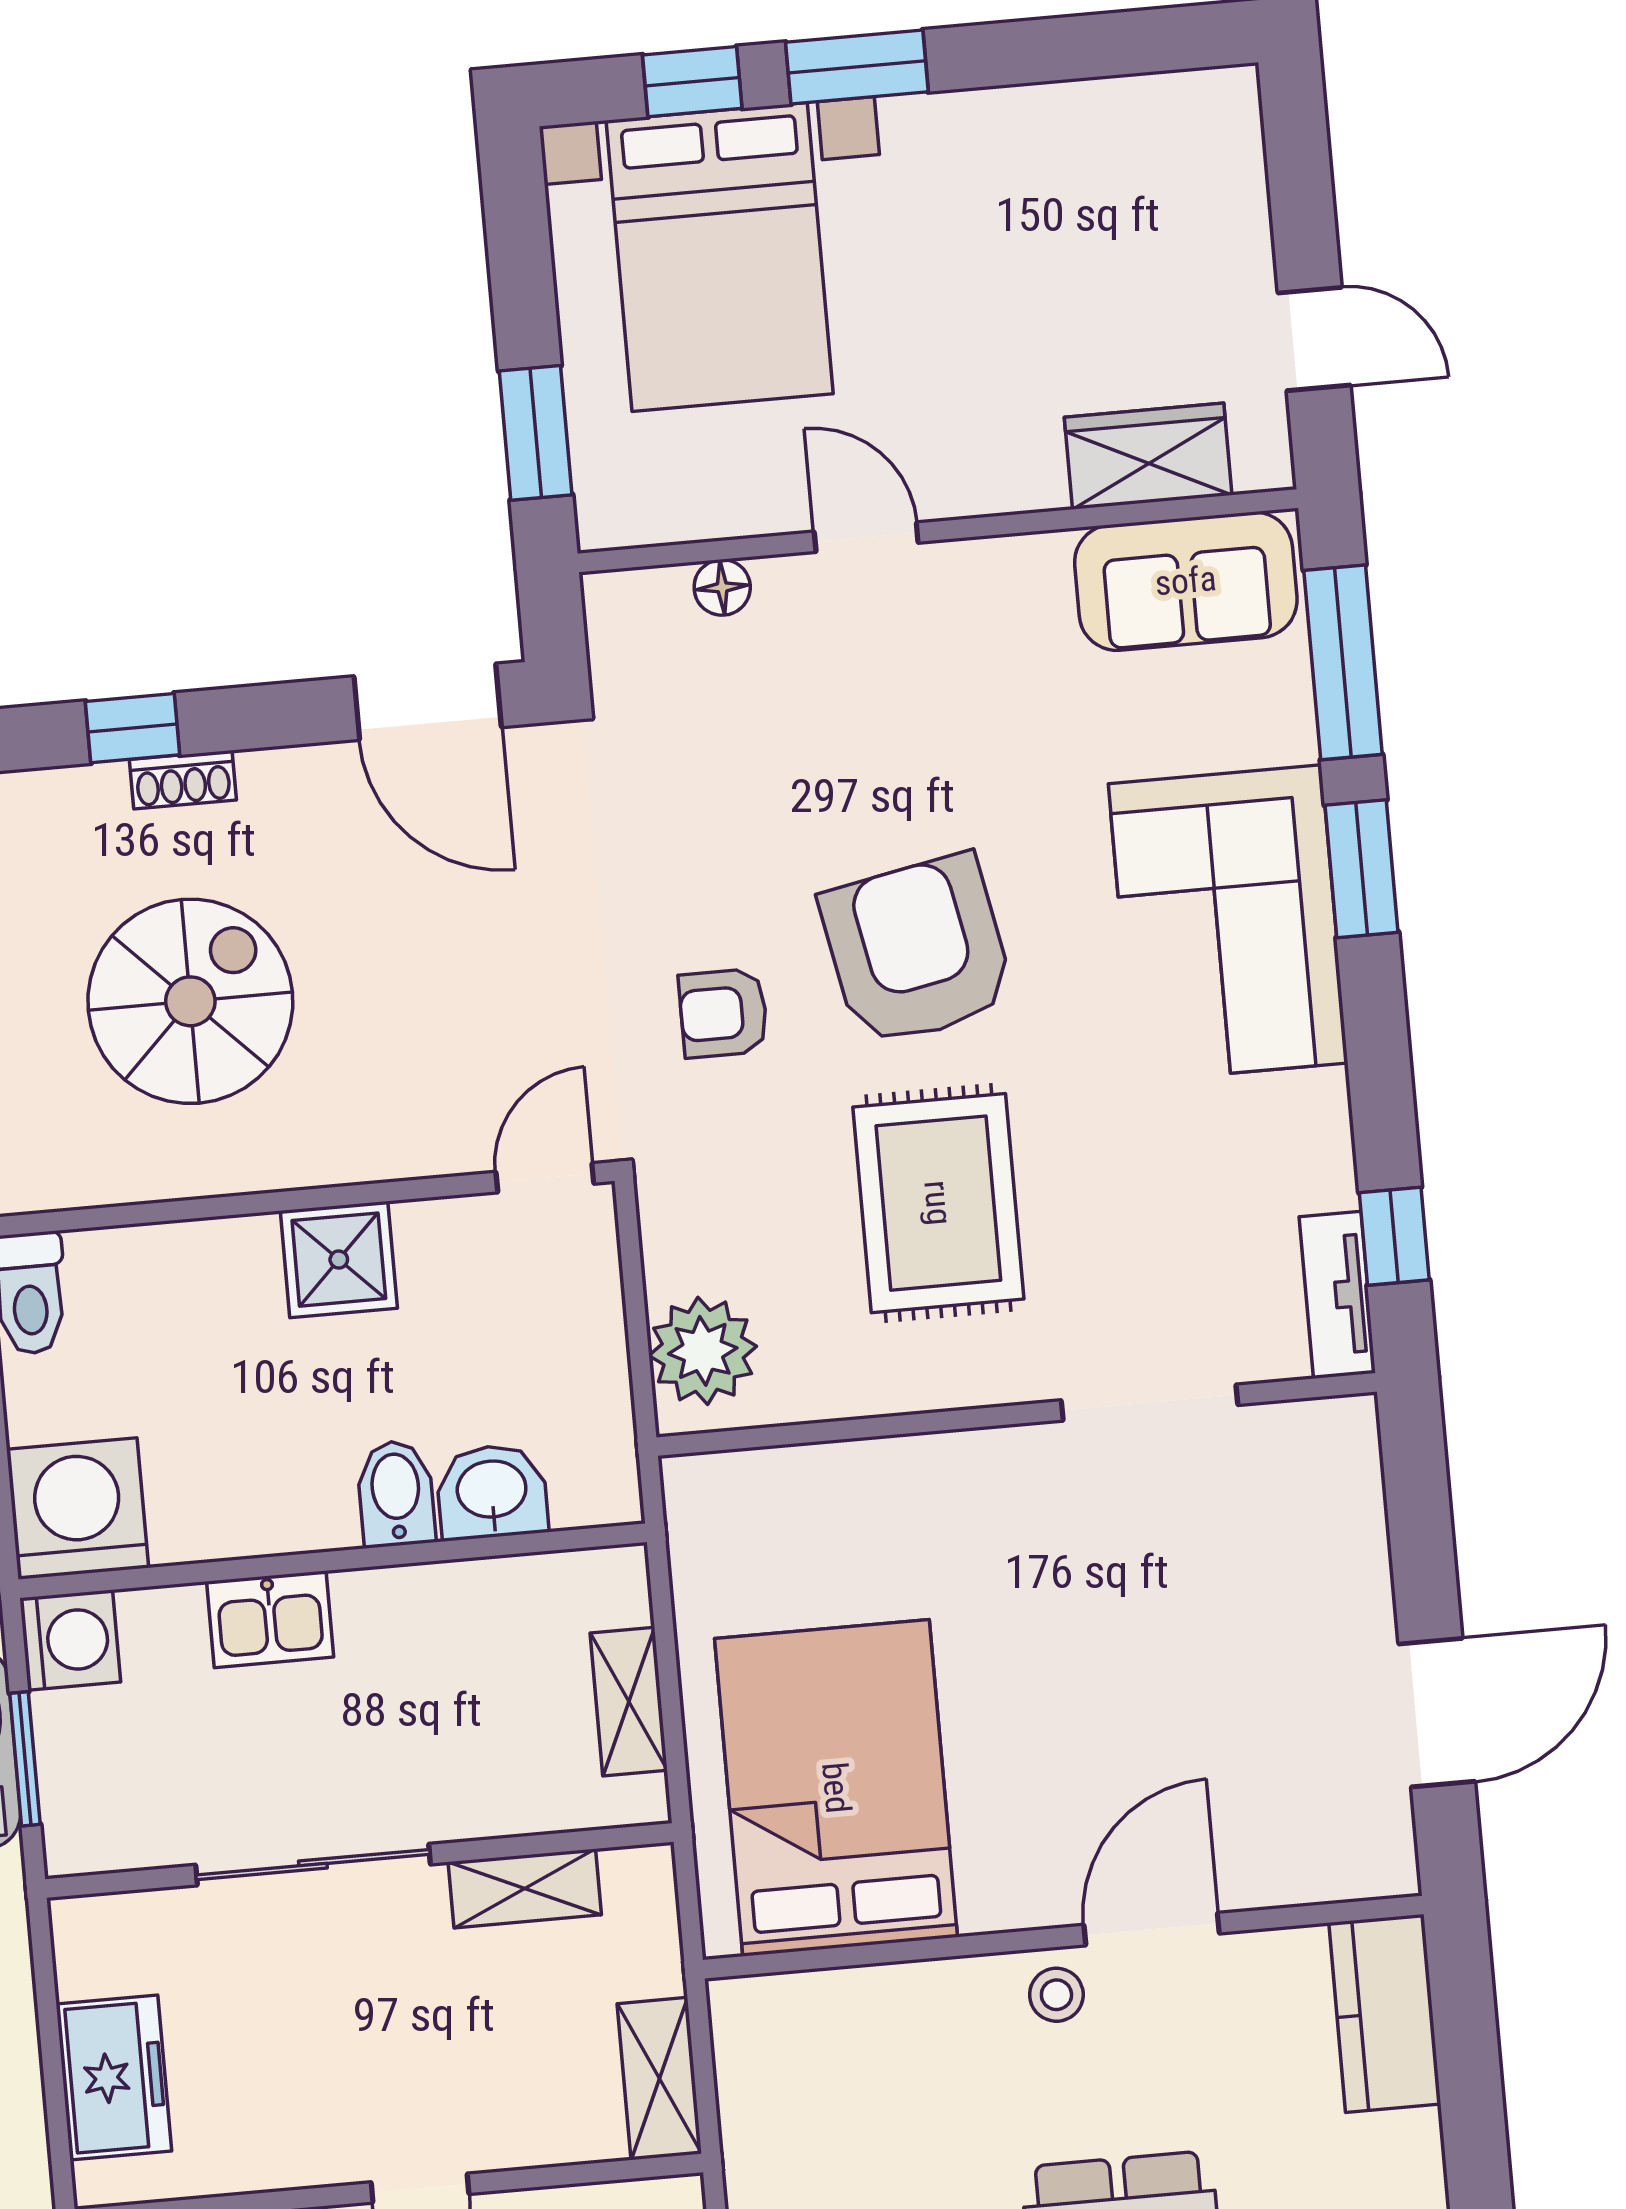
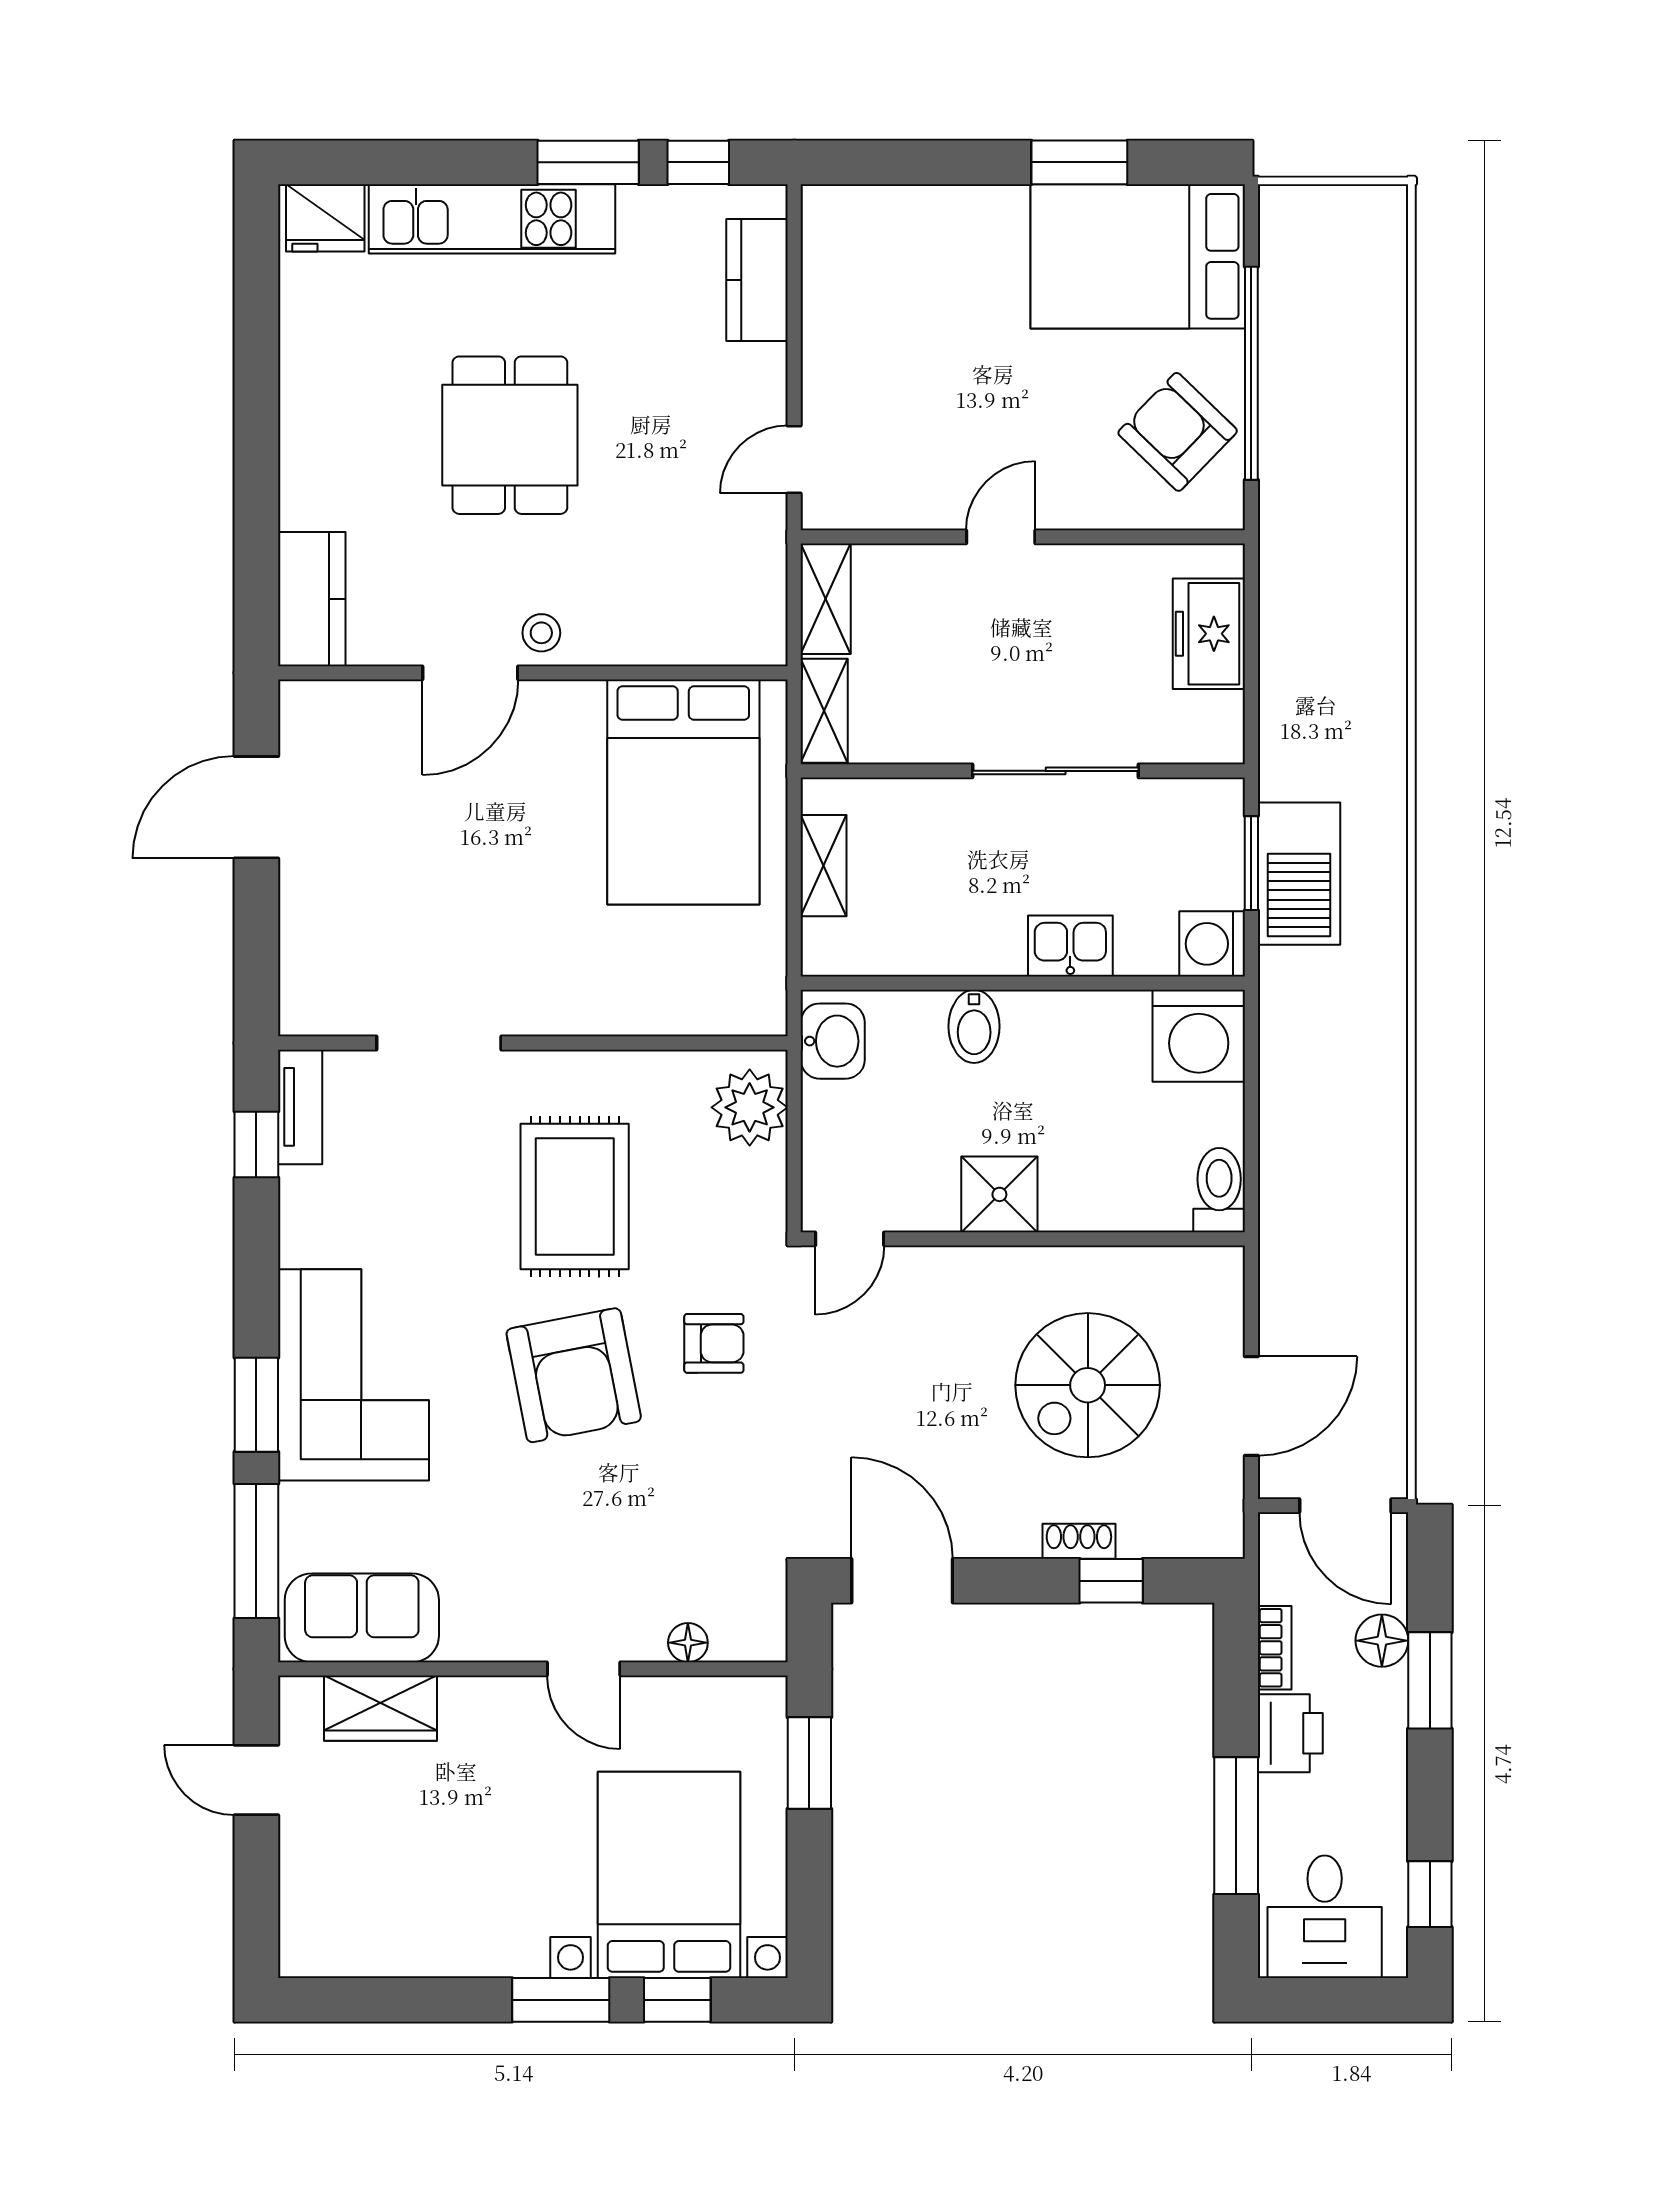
washbasin: (492, 1492) -> (833, 1041), moved, turned -90
shelving: (525, 1888) -> (824, 711), moved, turned 90

